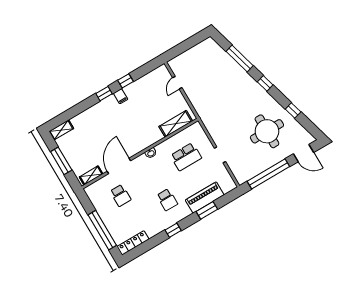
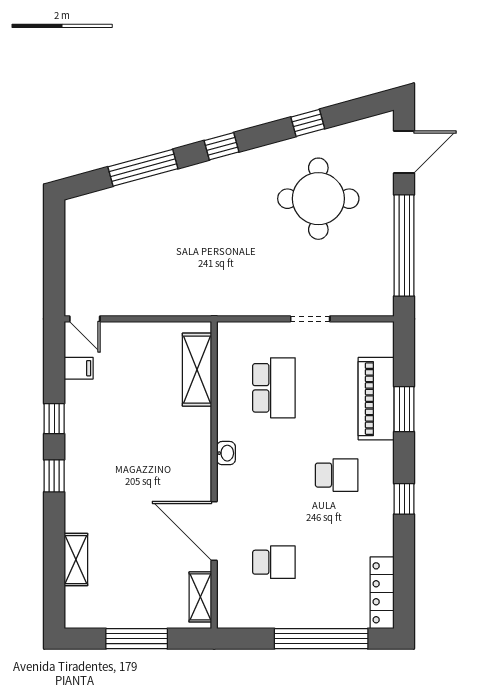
door: (177, 83) -> (85, 319), moved
filing cabinet: (121, 96) -> (79, 368), moved
shelving: (61, 130) -> (76, 560), moved

